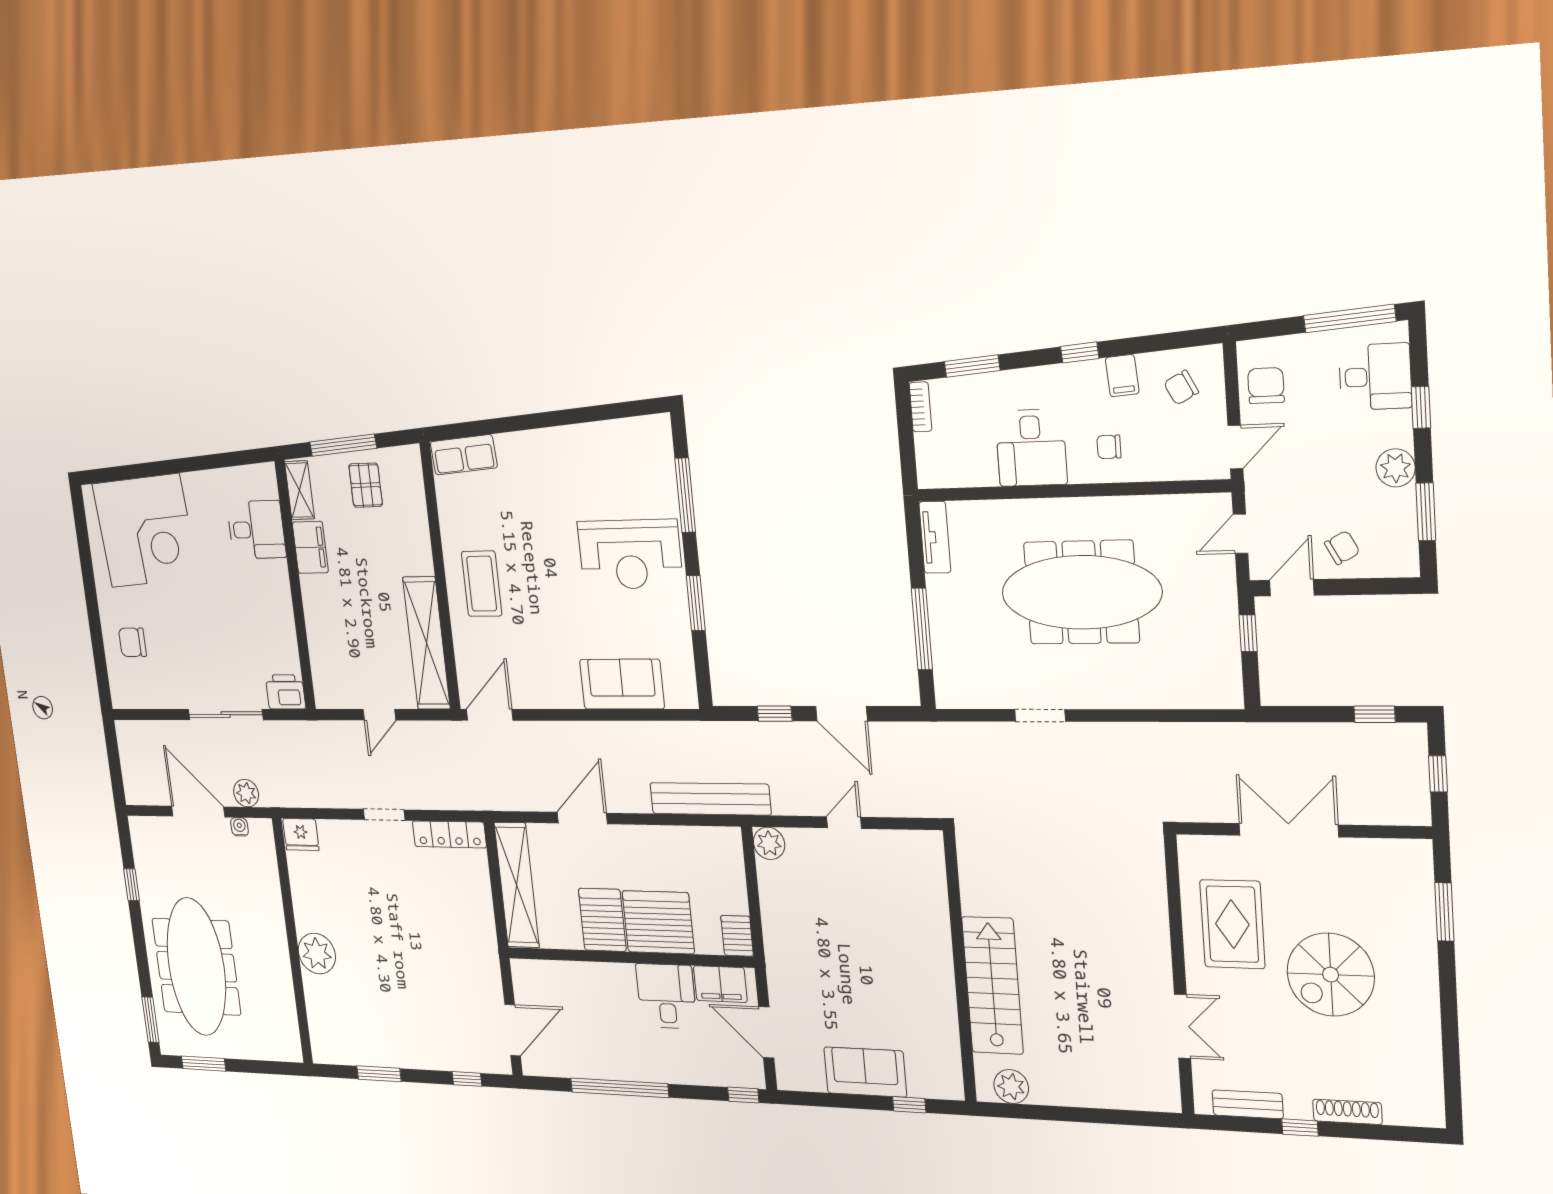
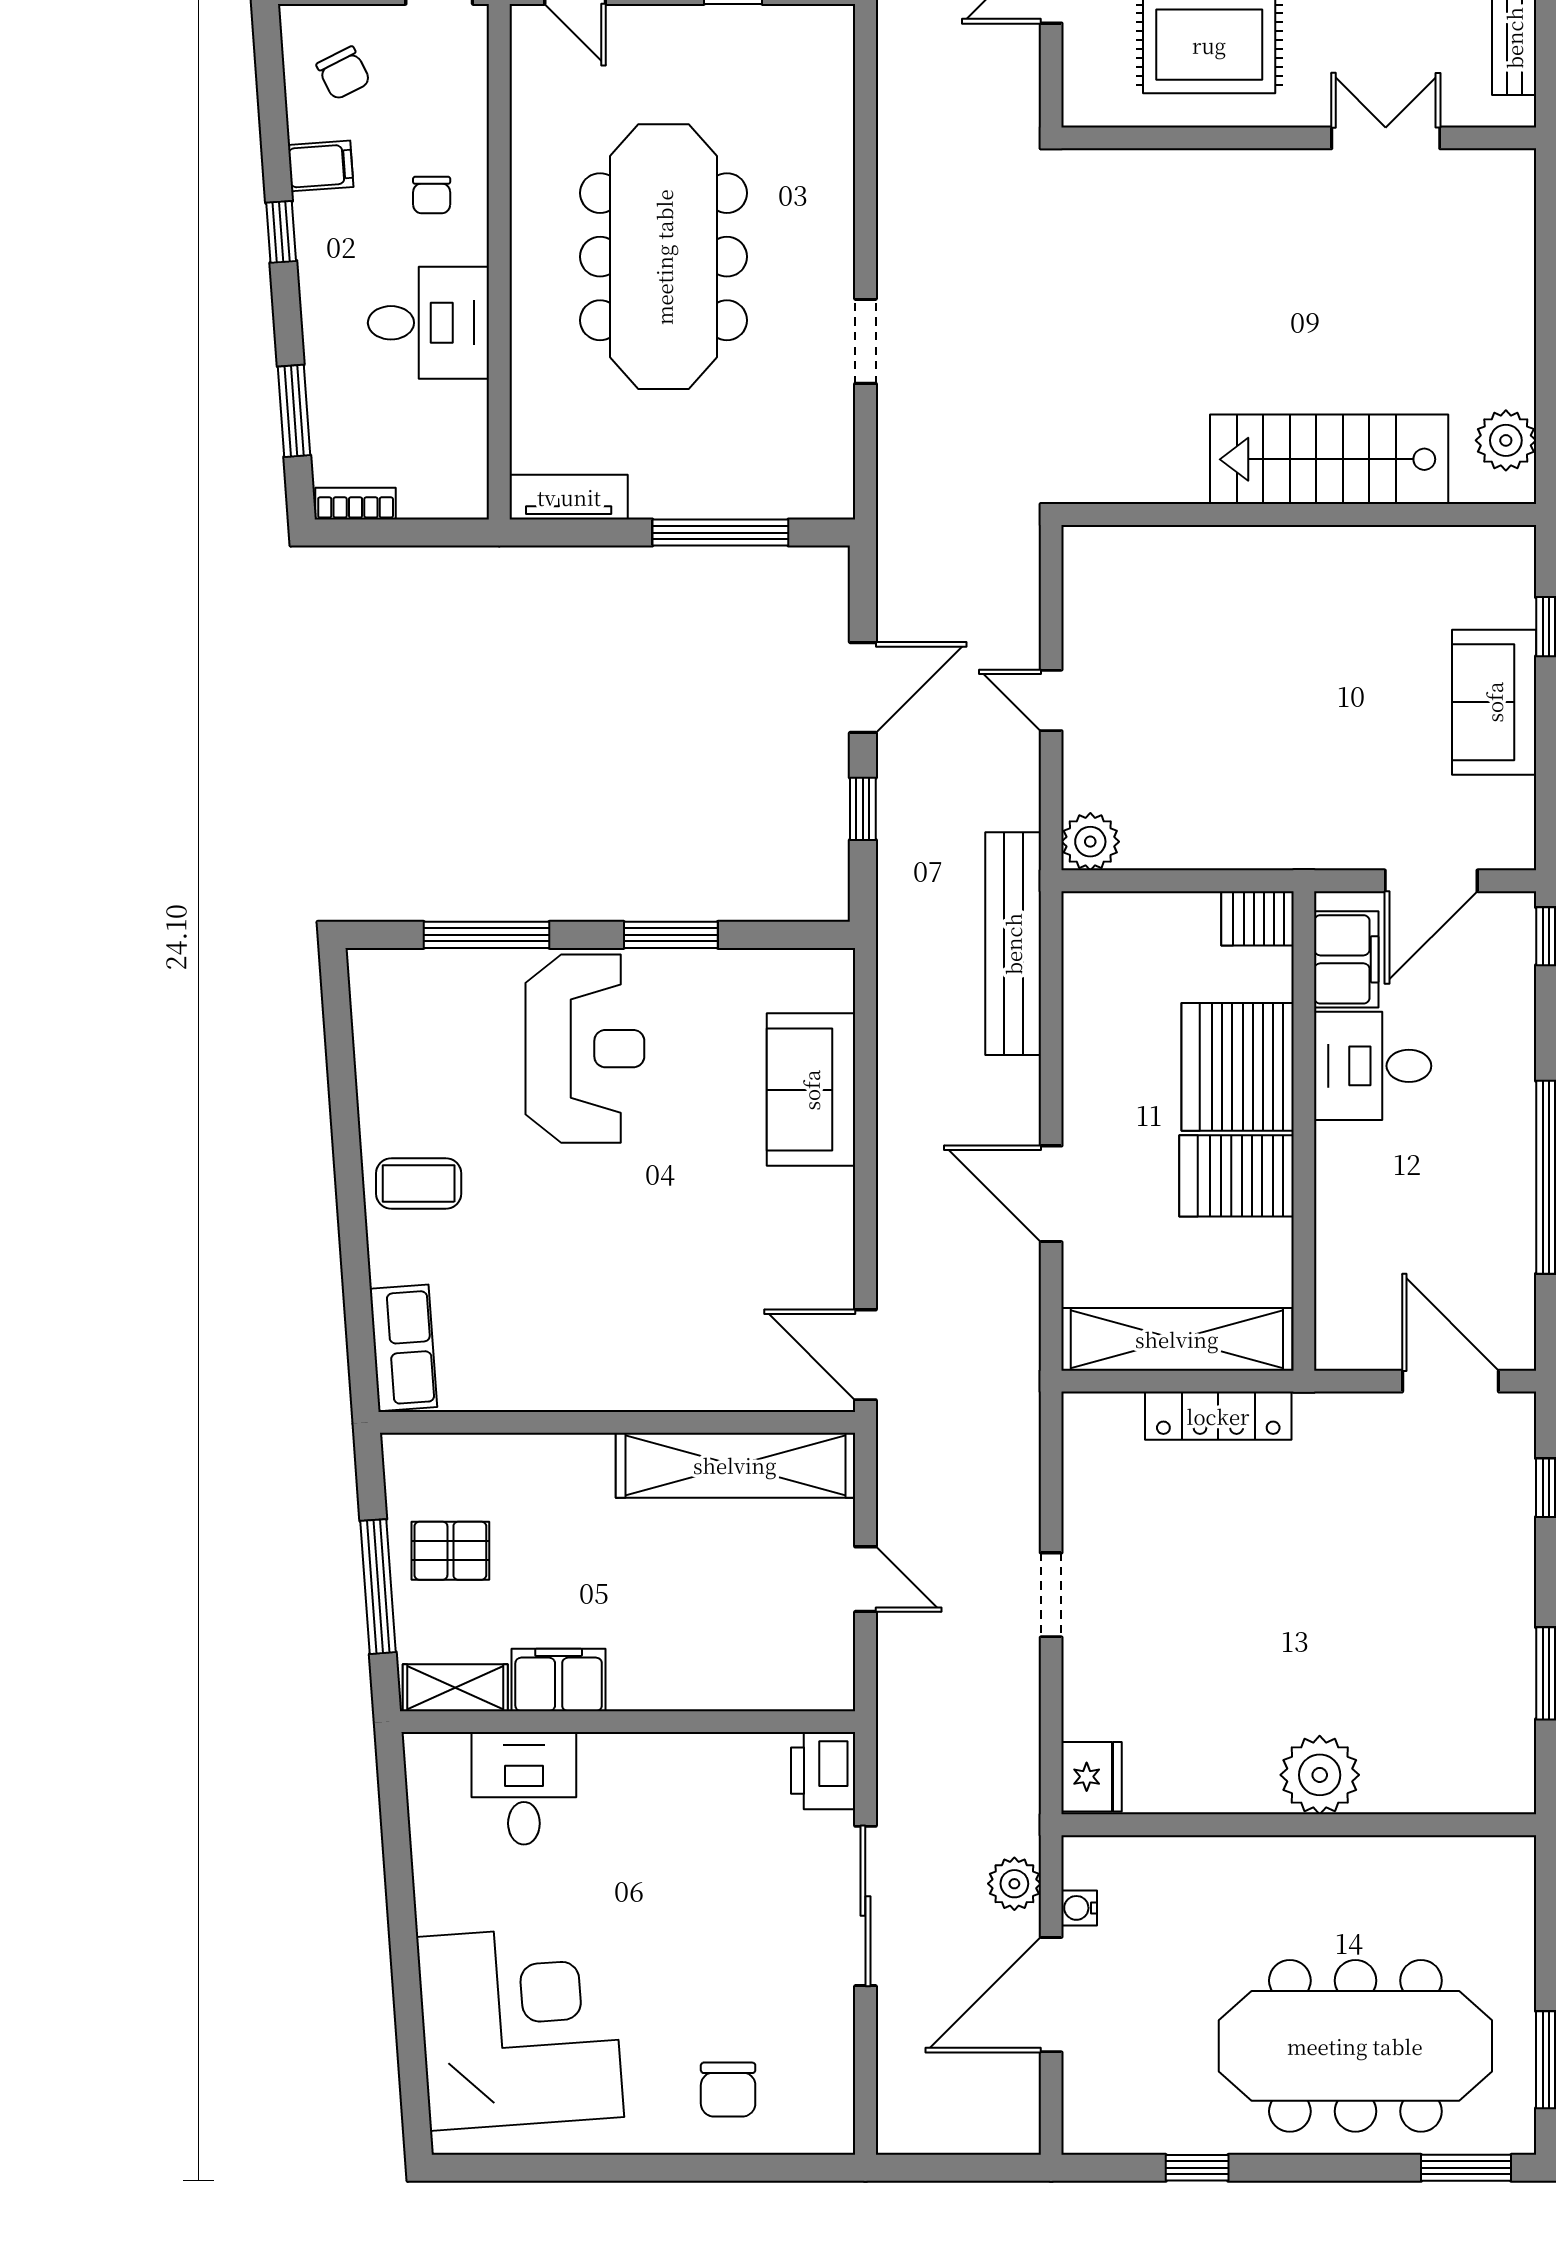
coffee table: (482, 584) -> (419, 1184), moved, width x0.73, depth x0.77
locker: (449, 834) -> (1218, 1416), moved, turned 90

